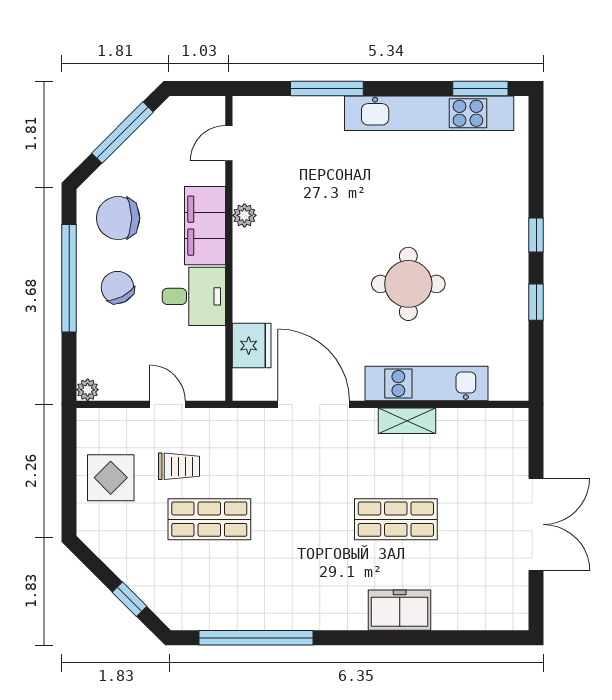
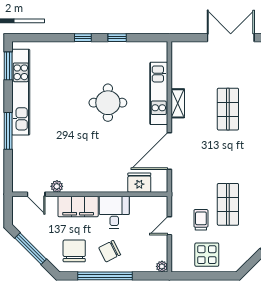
window: (327, 88) -> (8, 131), moved
plant: (244, 215) -> (57, 186), moved
chair: (118, 218) -> (74, 251), turned 180

